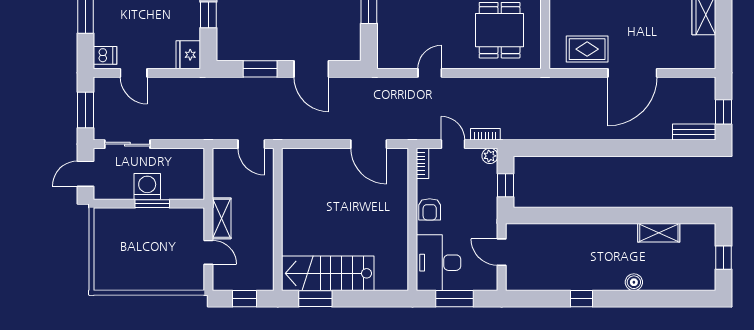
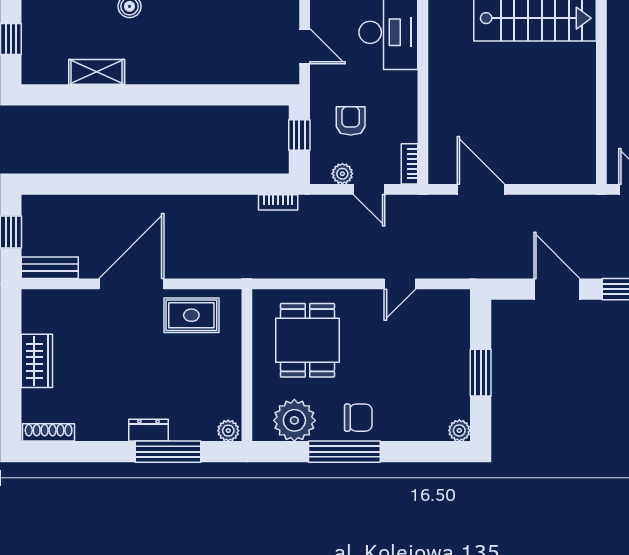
bench: (694, 132) -> (50, 268), moved
bookcase: (485, 134) -> (278, 202), moved
plant: (490, 156) -> (342, 174), moved
armchair: (430, 209) -> (351, 121), moved

